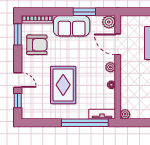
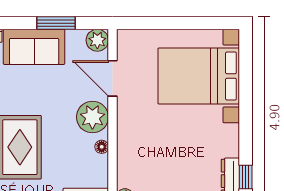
plant: (110, 67) -> (92, 117), width x1.87, depth x1.87

